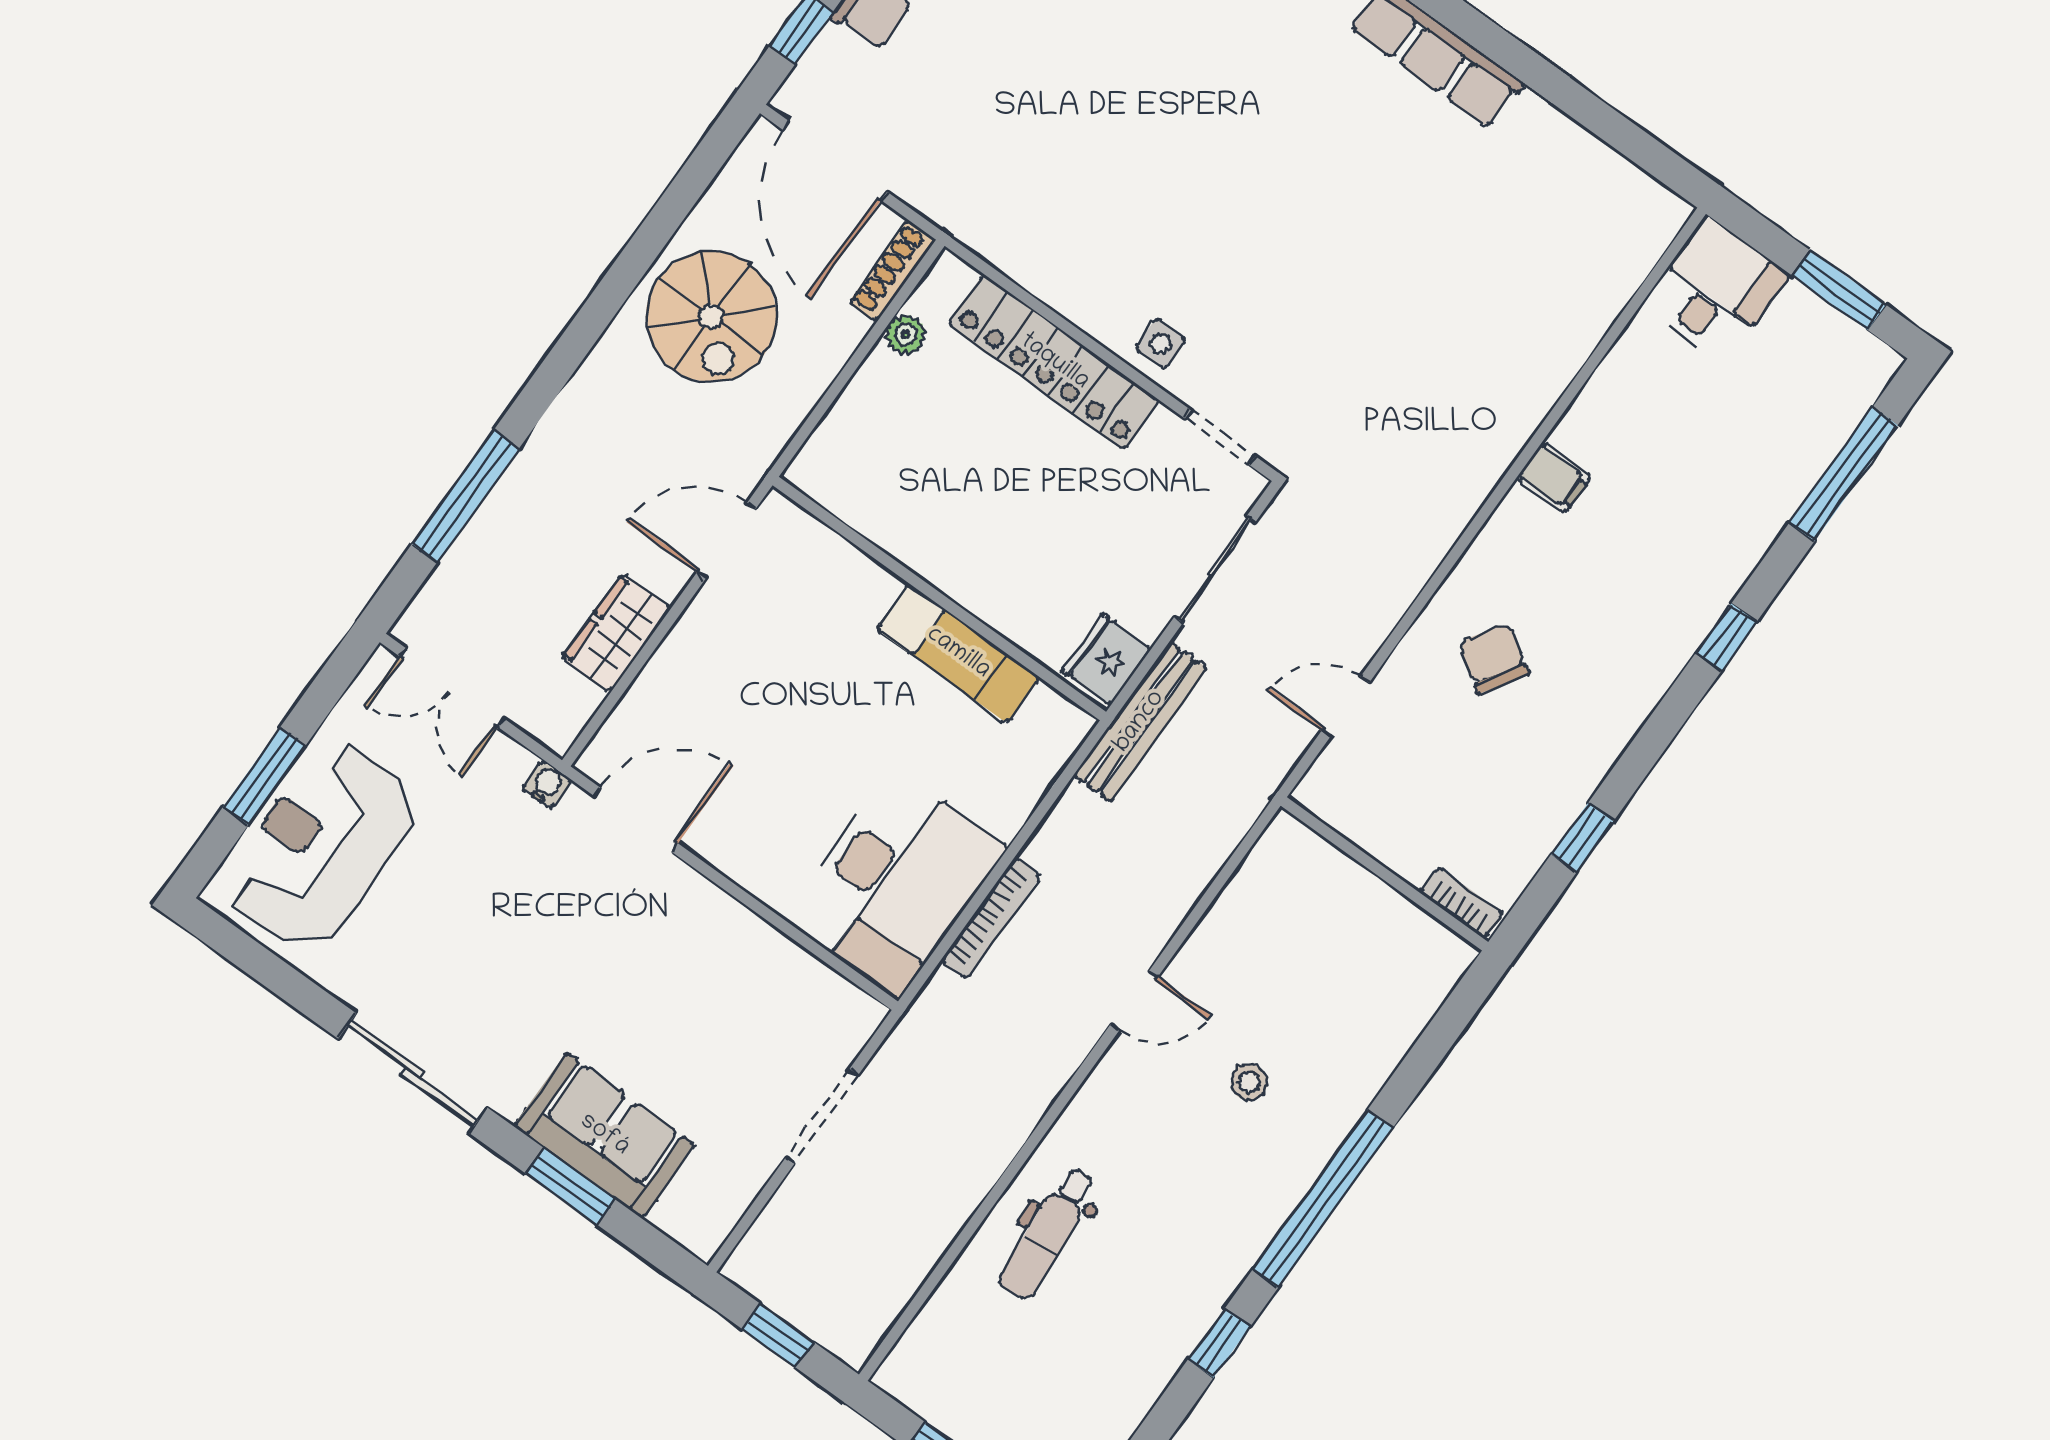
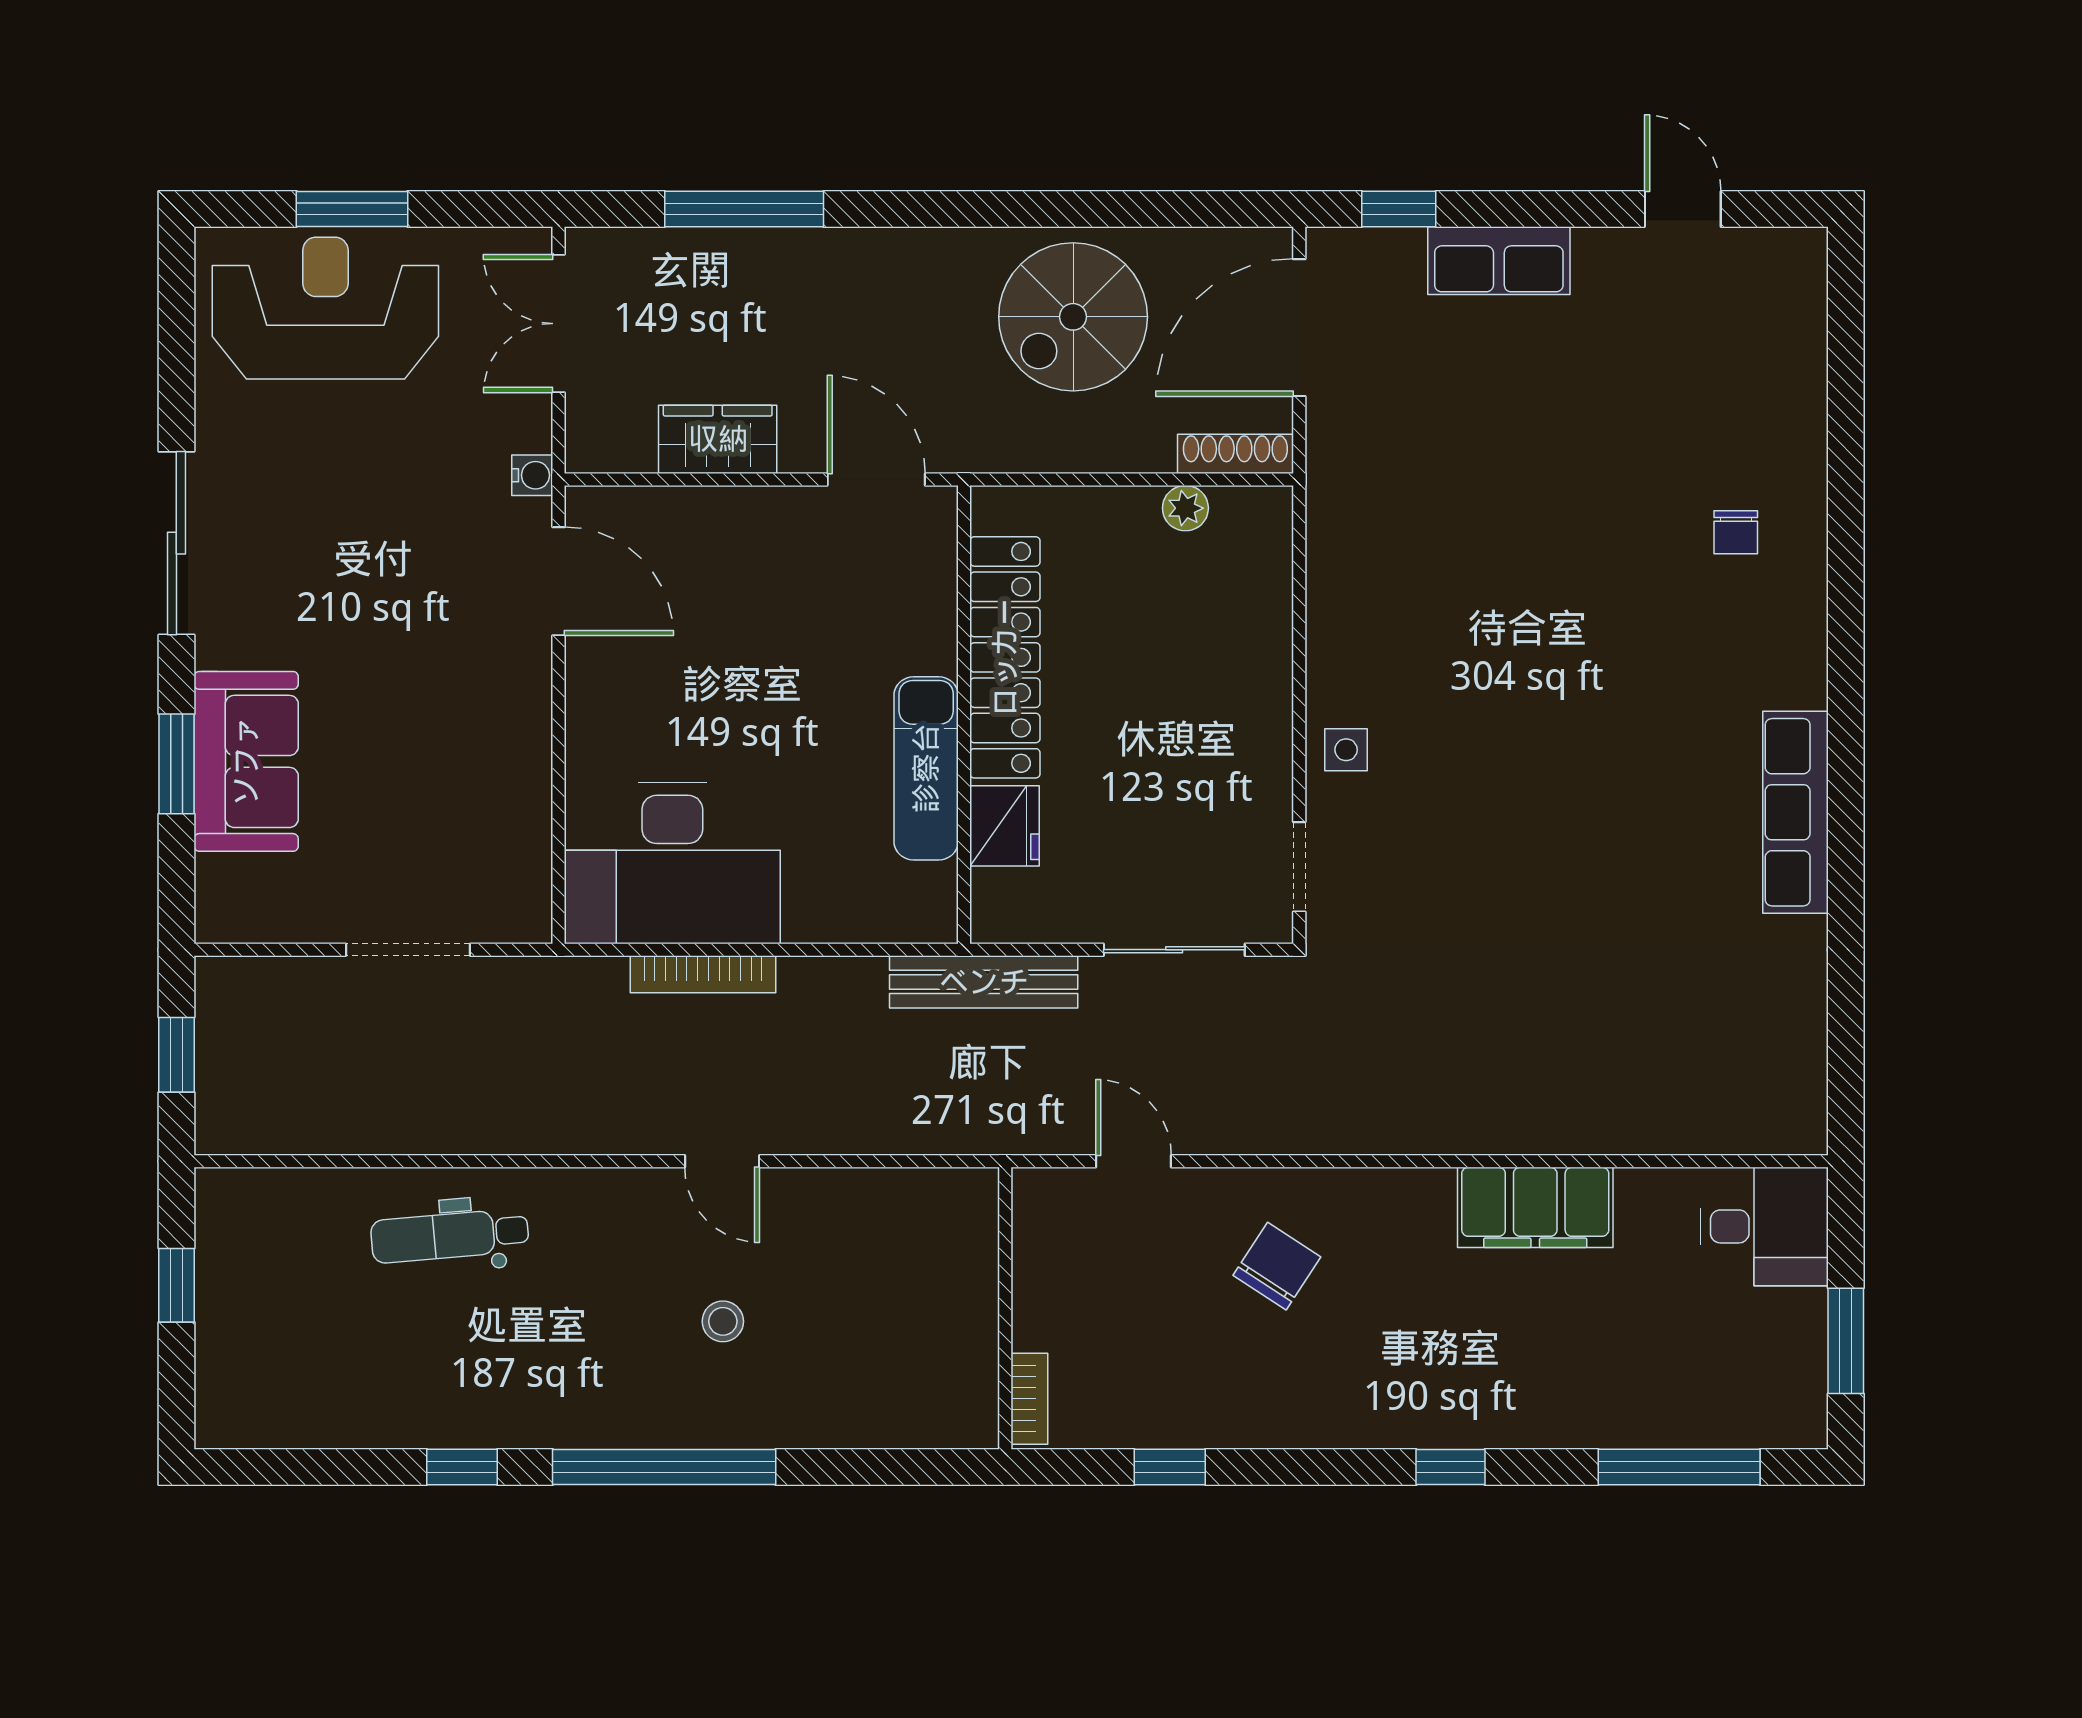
locker: (1054, 362) -> (1005, 657), moved, turned 180
filing cabinet: (1554, 478) -> (1535, 1207), width x3.00, depth x1.17
fridge: (1106, 659) -> (1005, 826), moved, turned 90

